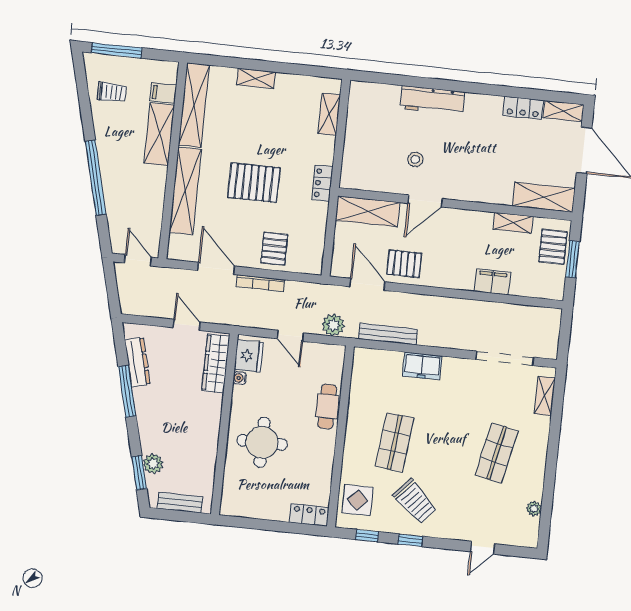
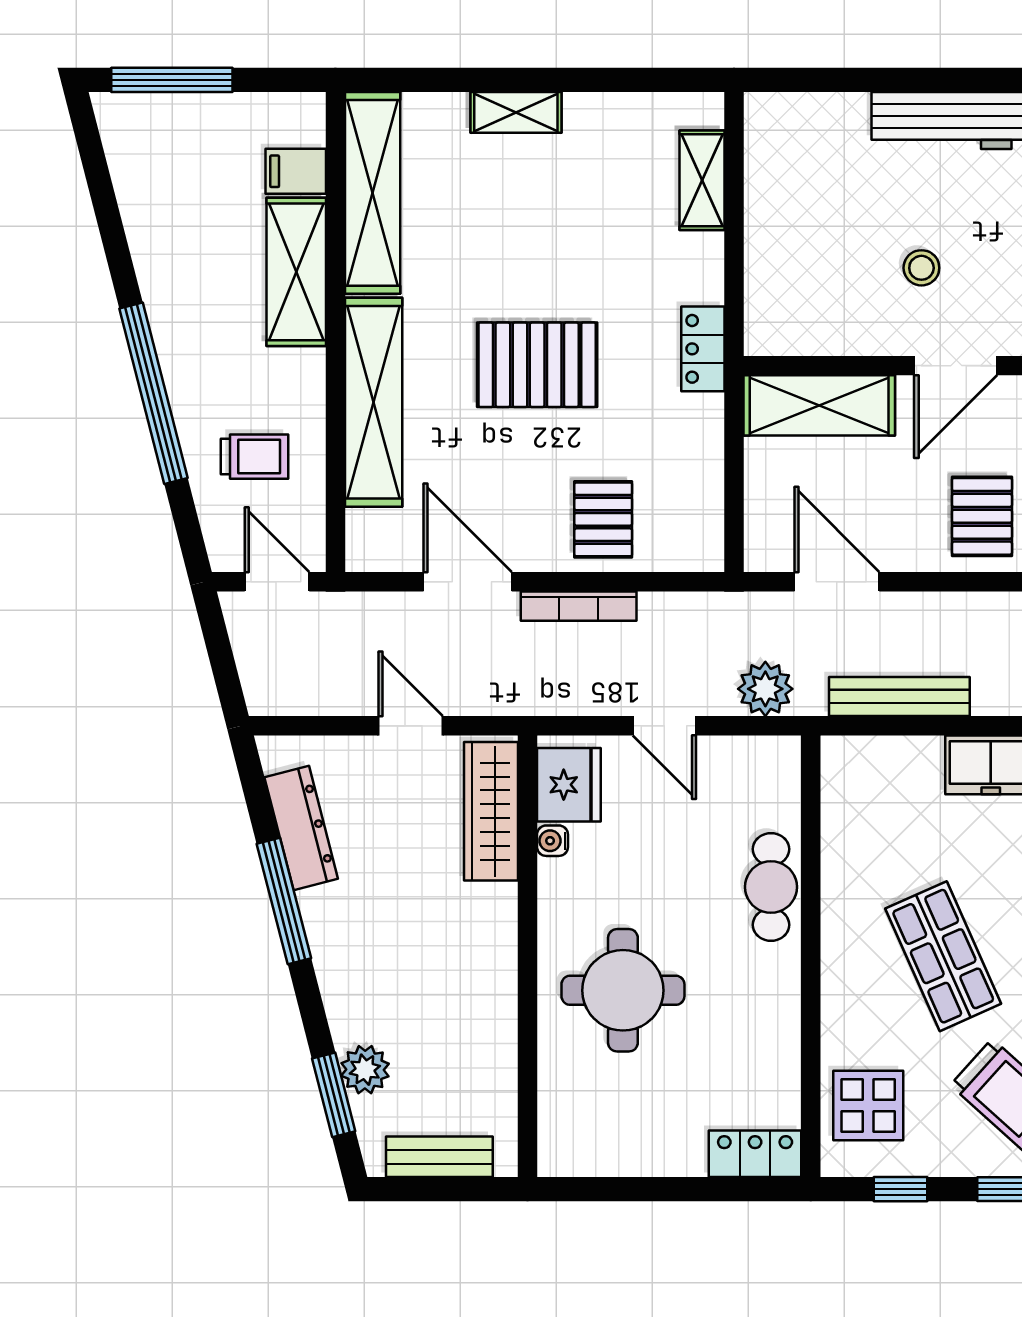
trolley: (112, 92) -> (254, 457), moved
pallet: (404, 264) -> (982, 516), moved, turned 90
shop shelf: (395, 442) -> (943, 956), turned -30

